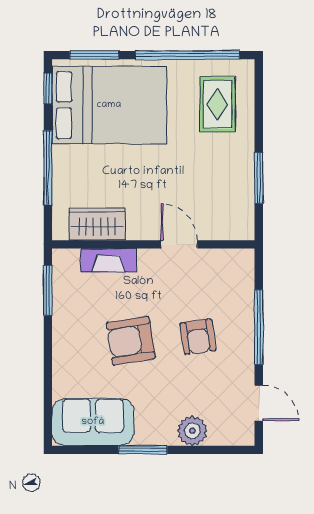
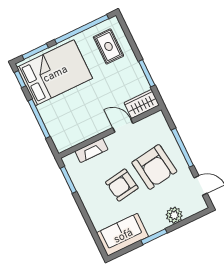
wardrobe: (97, 224) -> (142, 104), moved
armchair: (198, 337) -> (154, 167), width x1.88, depth x1.88

